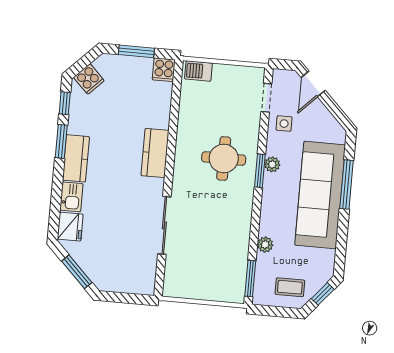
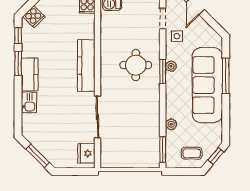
kitchen counter: (155, 153) -> (86, 66), width x1.50
fridge: (70, 227) -> (86, 153), moved, turned 180

